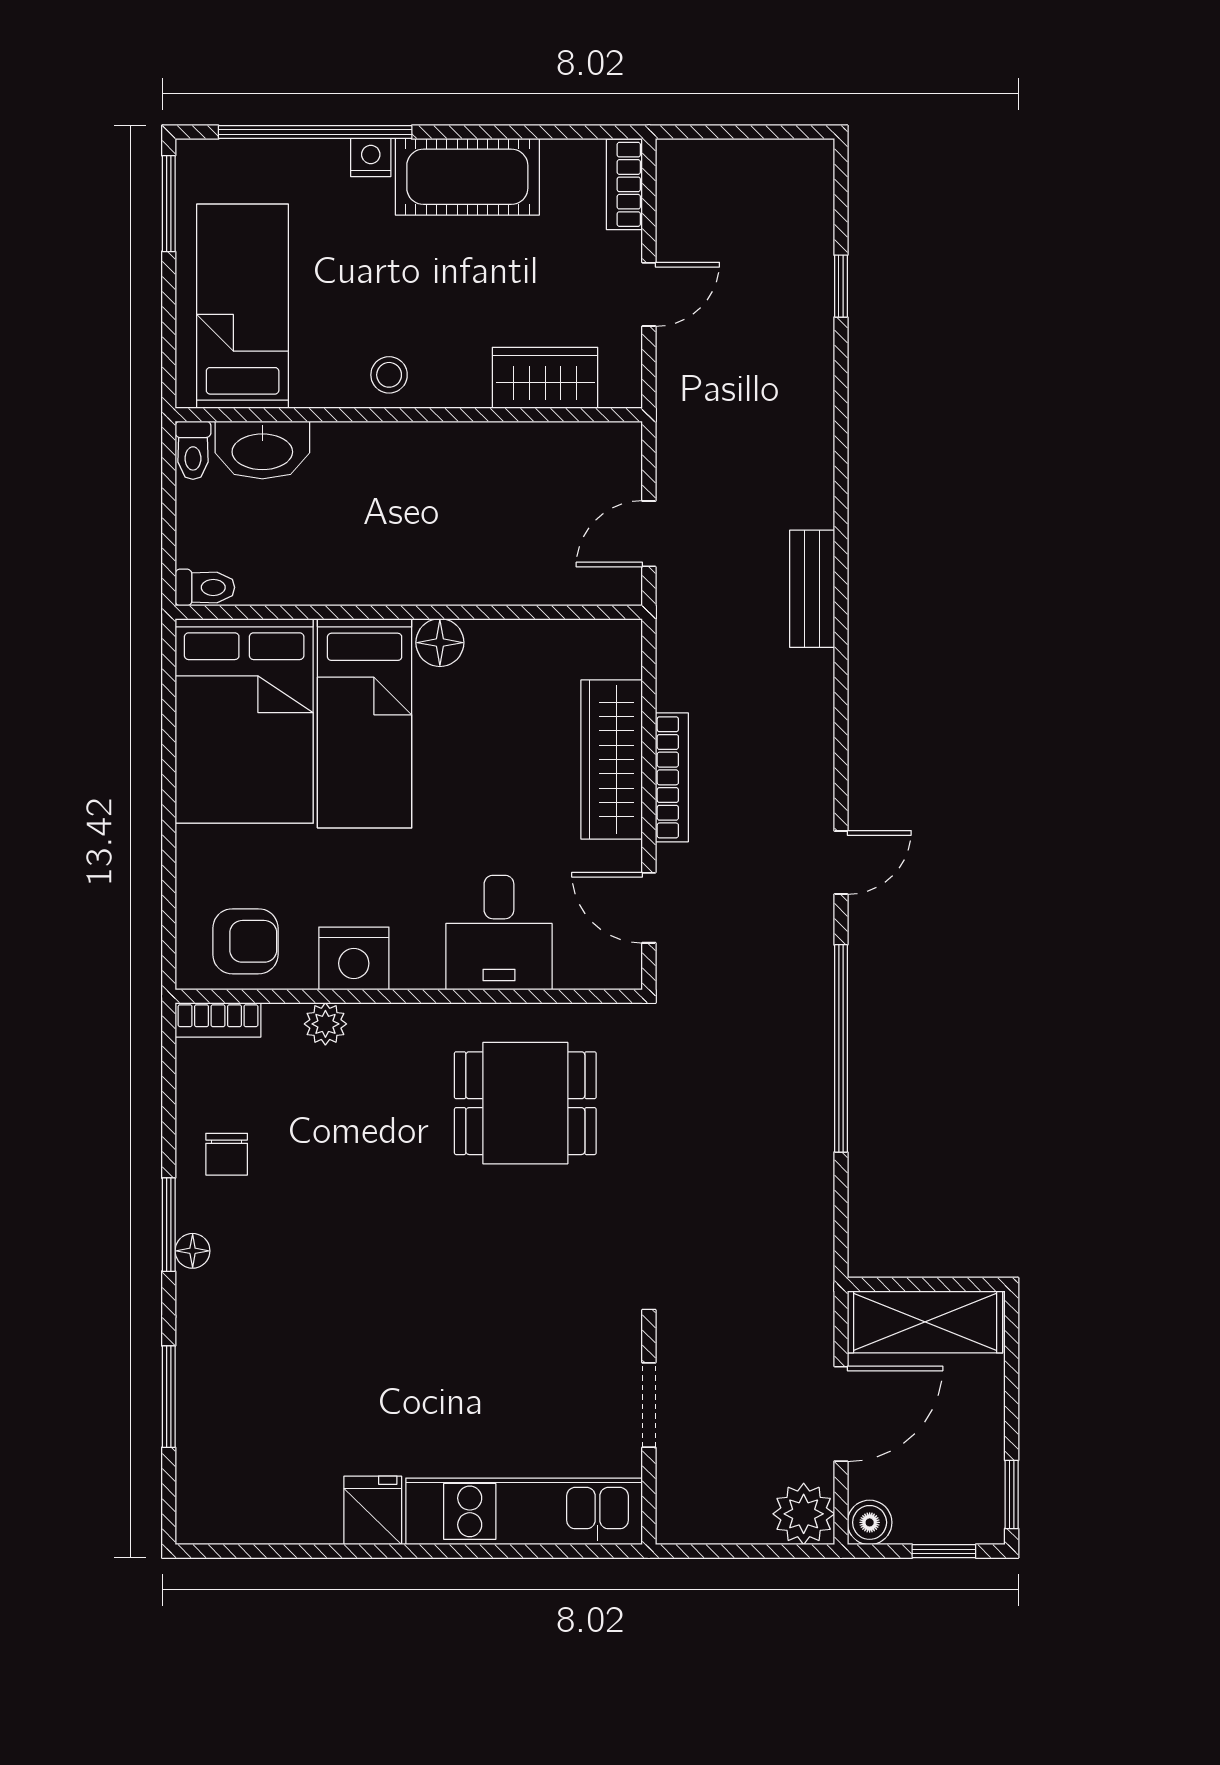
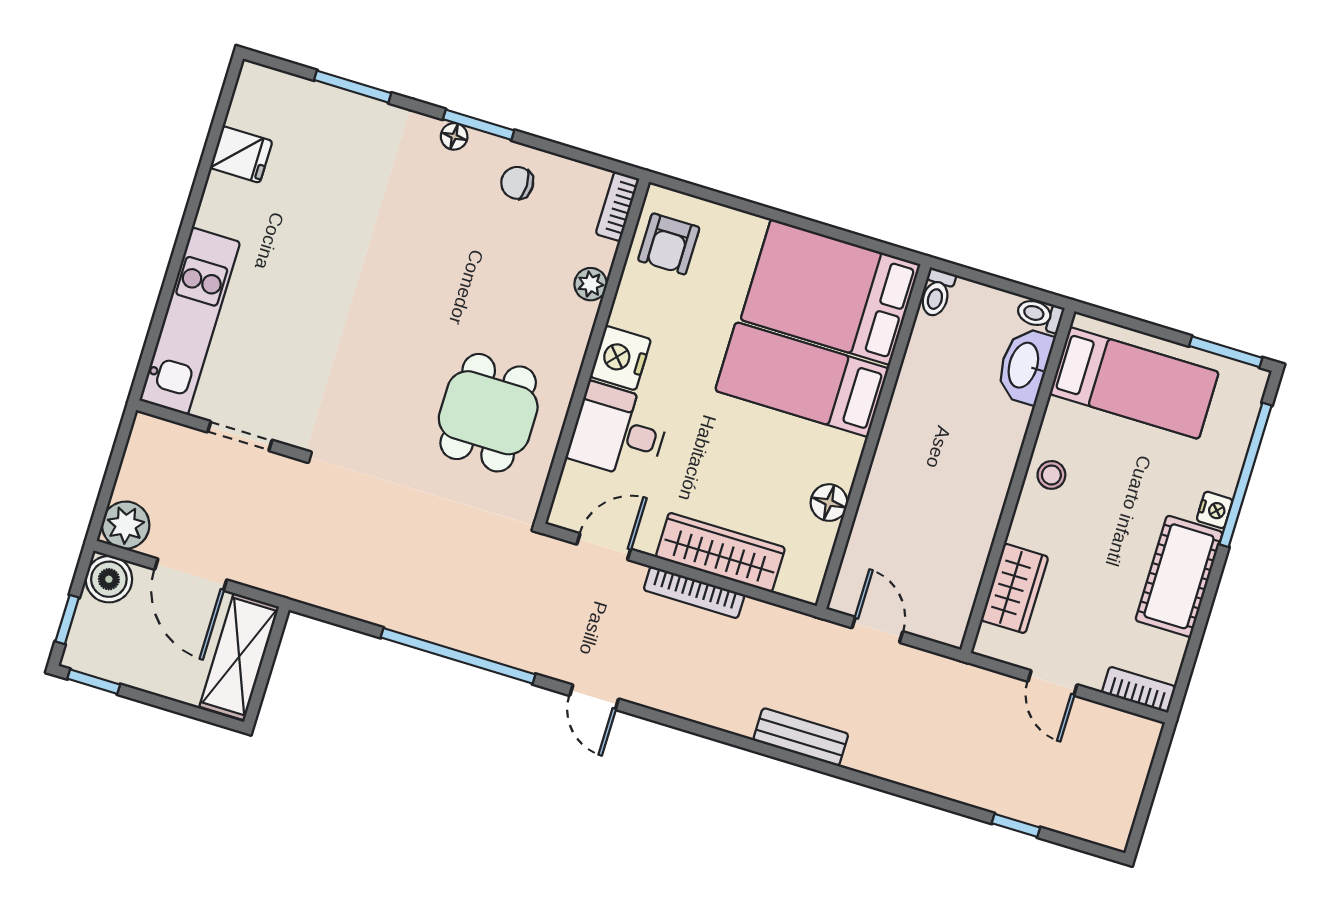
floor lamp: (440, 643) -> (829, 503), moved
nightstand: (354, 958) -> (620, 358), moved
fridge: (373, 1510) -> (241, 154), moved
boiler: (870, 1522) -> (109, 579), width x1.36, depth x1.36

